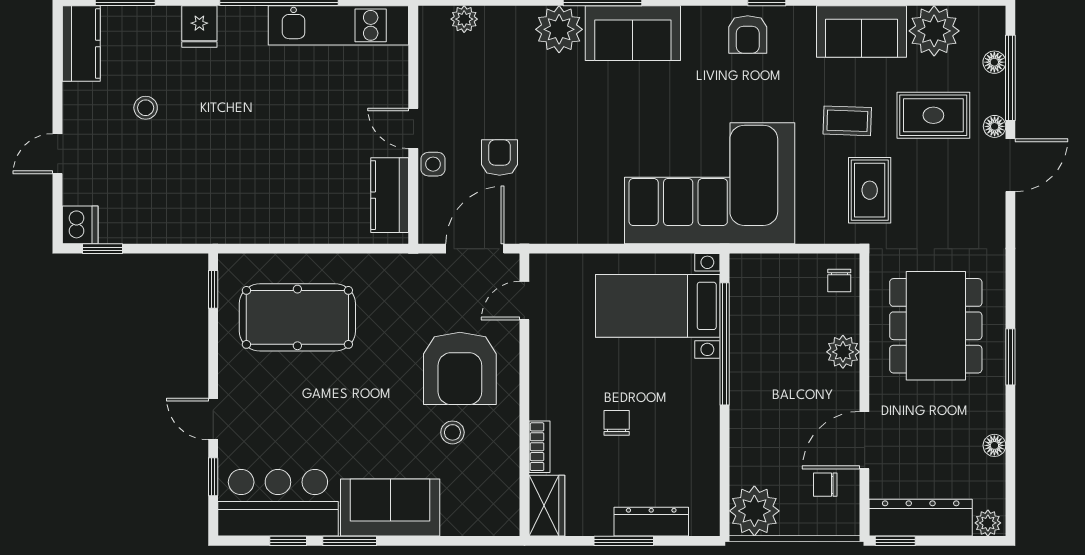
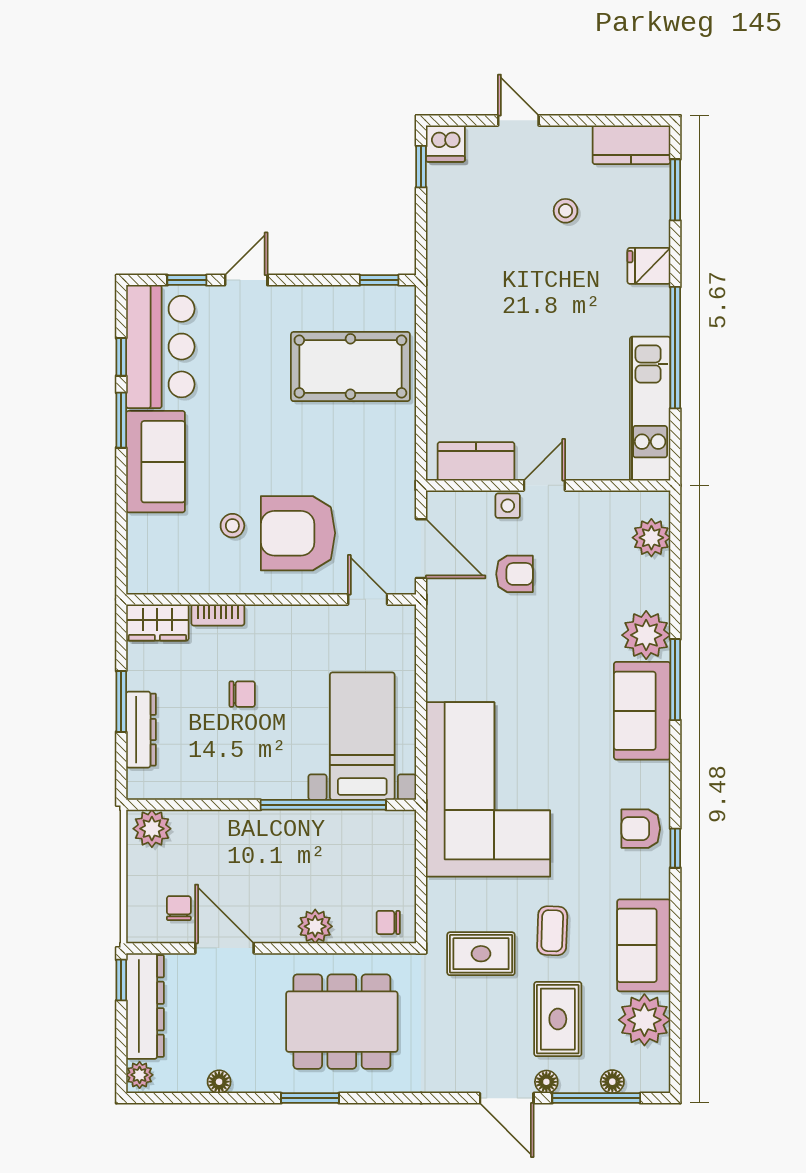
plant: (464, 19) -> (651, 538), width x1.38, depth x1.38
pool table: (297, 317) -> (350, 367), turned 90
plant: (754, 511) -> (152, 829), width x0.73, depth x0.73

